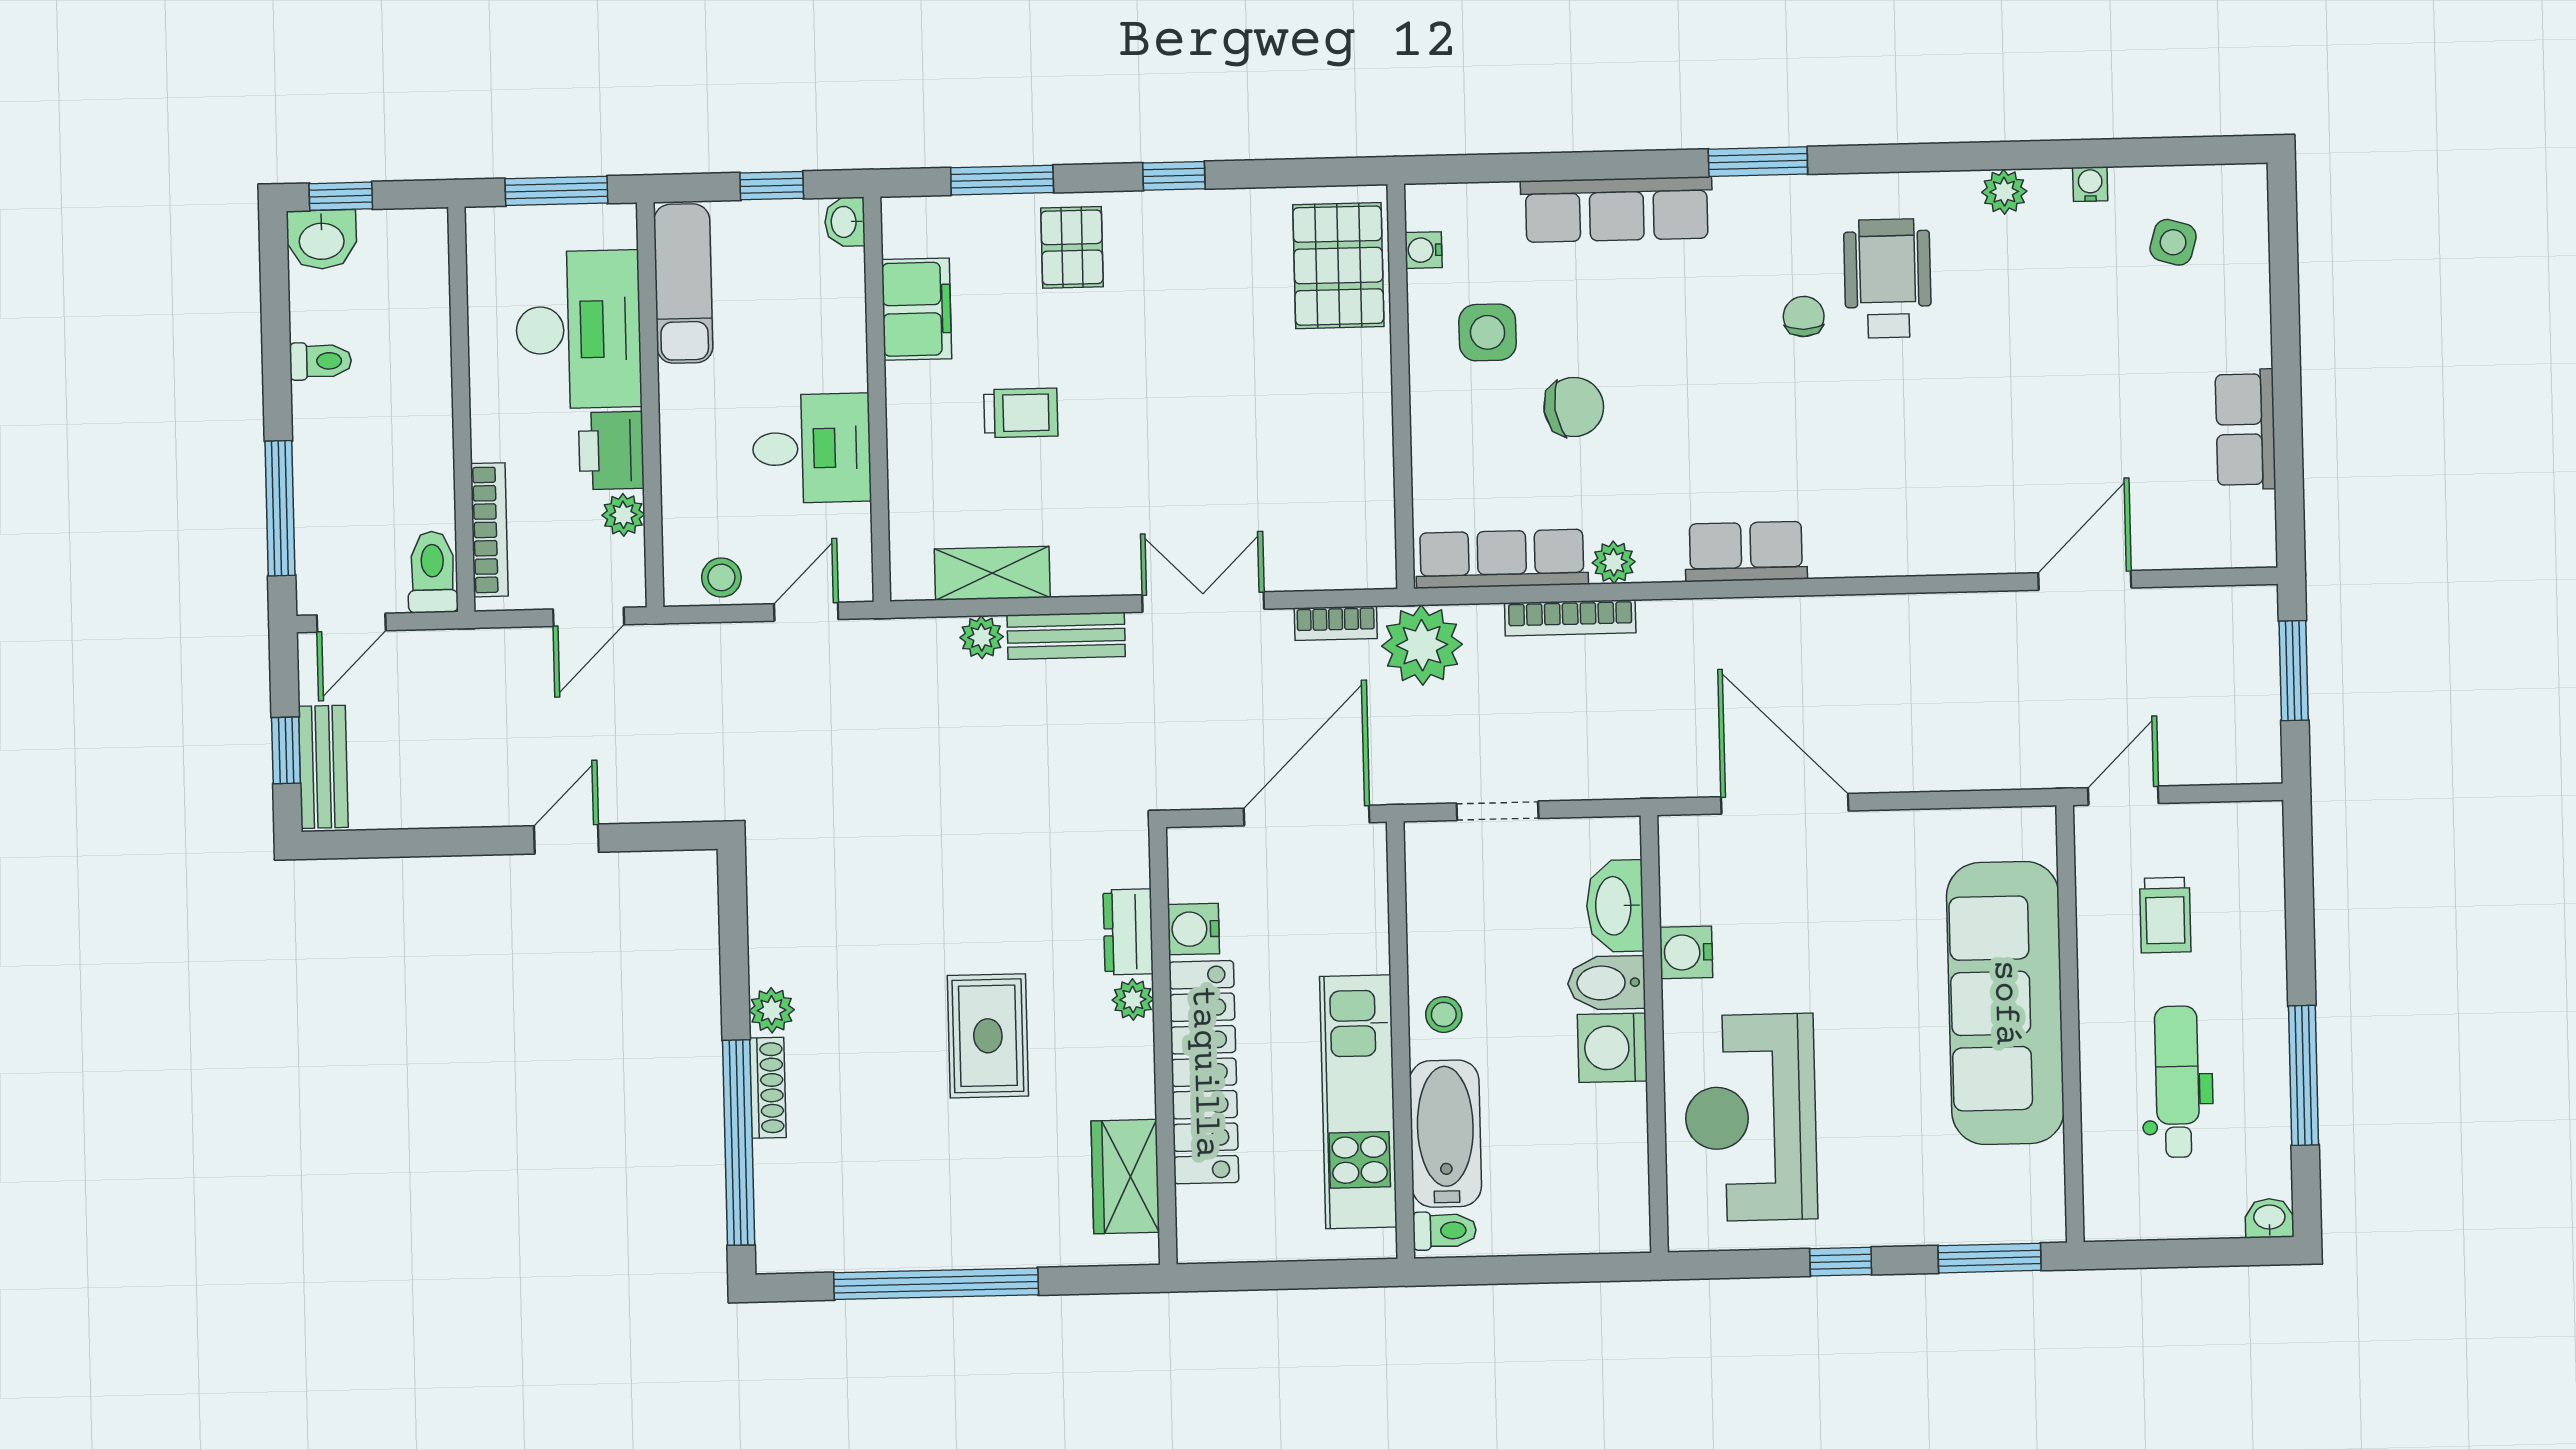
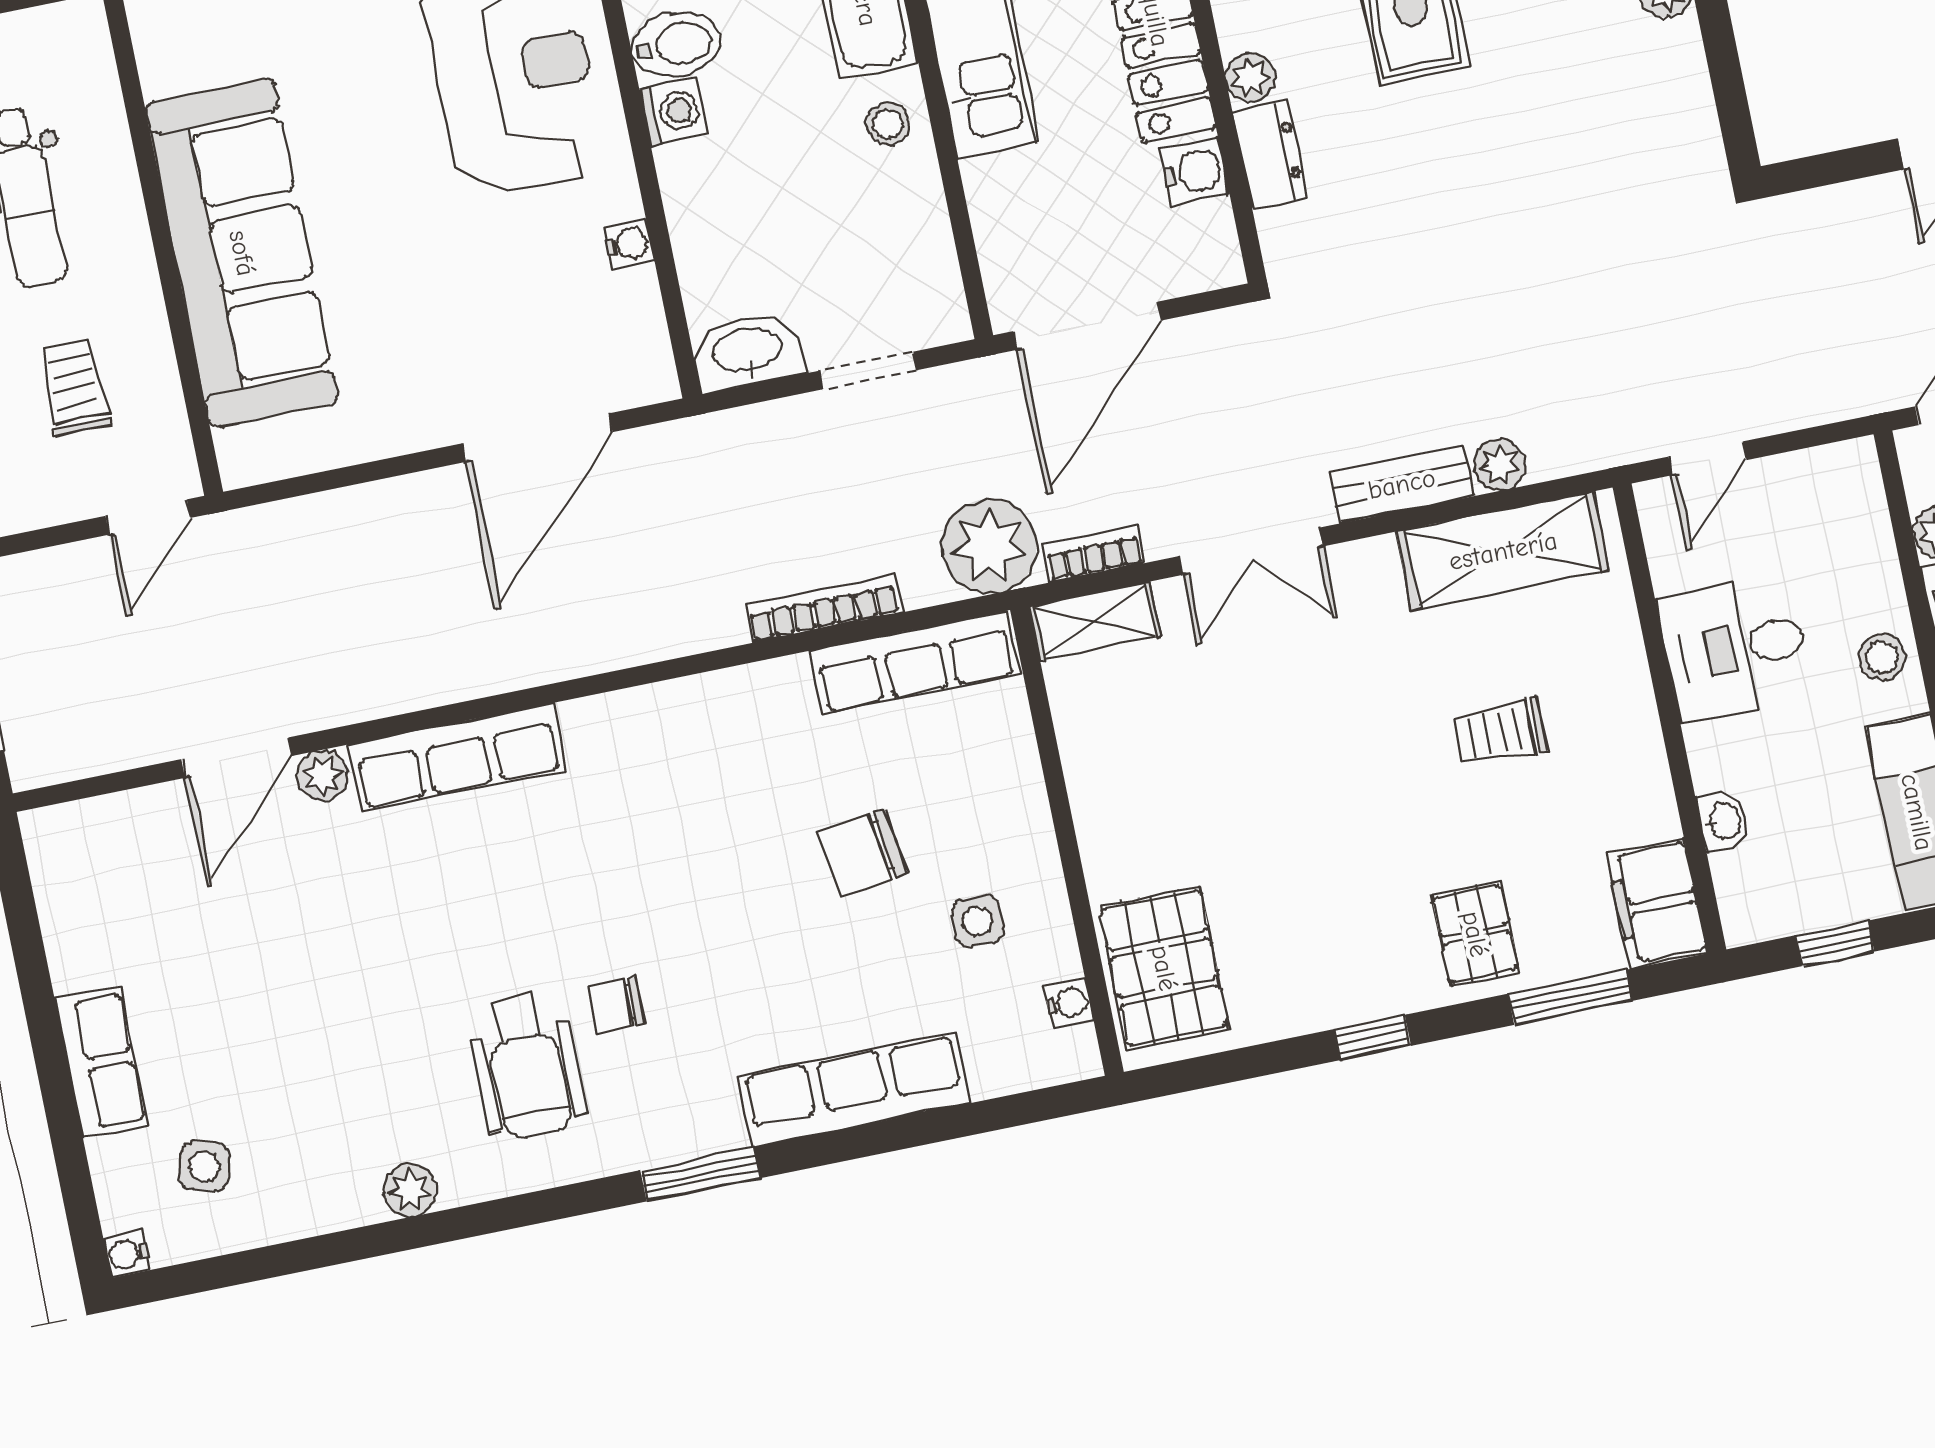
water cooler: (2090, 184) -> (127, 1254), moved, turned 90
washbasin: (845, 222) -> (1724, 821), moved
filing cabinet: (917, 309) -> (1657, 903), moved
chair: (1804, 316) -> (616, 1005), turned 90
side table: (1488, 332) -> (978, 921), width x0.73, depth x0.73
row of seats: (2245, 429) -> (102, 1062), moved
row of seats: (1746, 552) -> (457, 757), moved, width x1.48
plant: (1614, 562) -> (322, 776), moved
shelving: (1344, 567) -> (1095, 621), added
shelving: (992, 573) -> (1503, 551), width x1.50, depth x1.33
stool: (721, 577) -> (1882, 657), moved
door: (1785, 804) -> (537, 438), hinge flipped
washbasin: (1615, 906) -> (748, 352), moved, turned -90
water cooler: (1686, 952) -> (629, 244), width x0.72, depth x0.72
bidet: (1606, 983) -> (676, 45), moved
washing machine: (1612, 1048) -> (673, 112), width x0.73, depth x0.73

